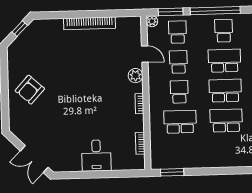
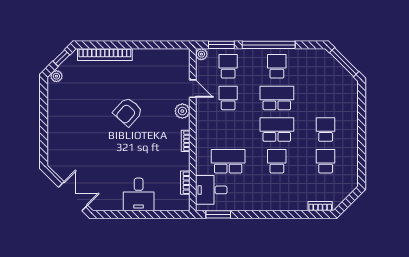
bookcase: (89, 23) -> (105, 54), moved
plant: (15, 46) -> (56, 76), added
armchair: (30, 90) -> (128, 112), moved
school desk: (179, 92) -> (228, 130), removed
school desk: (226, 120) -> (277, 161), width x0.54
desk: (165, 149) -> (211, 190), added
double door: (34, 159) -> (73, 196), swing flipped

